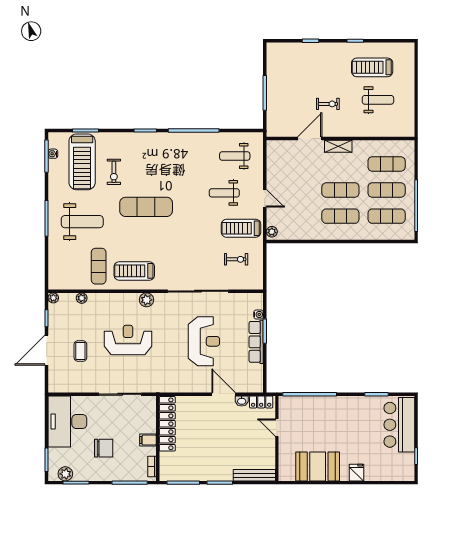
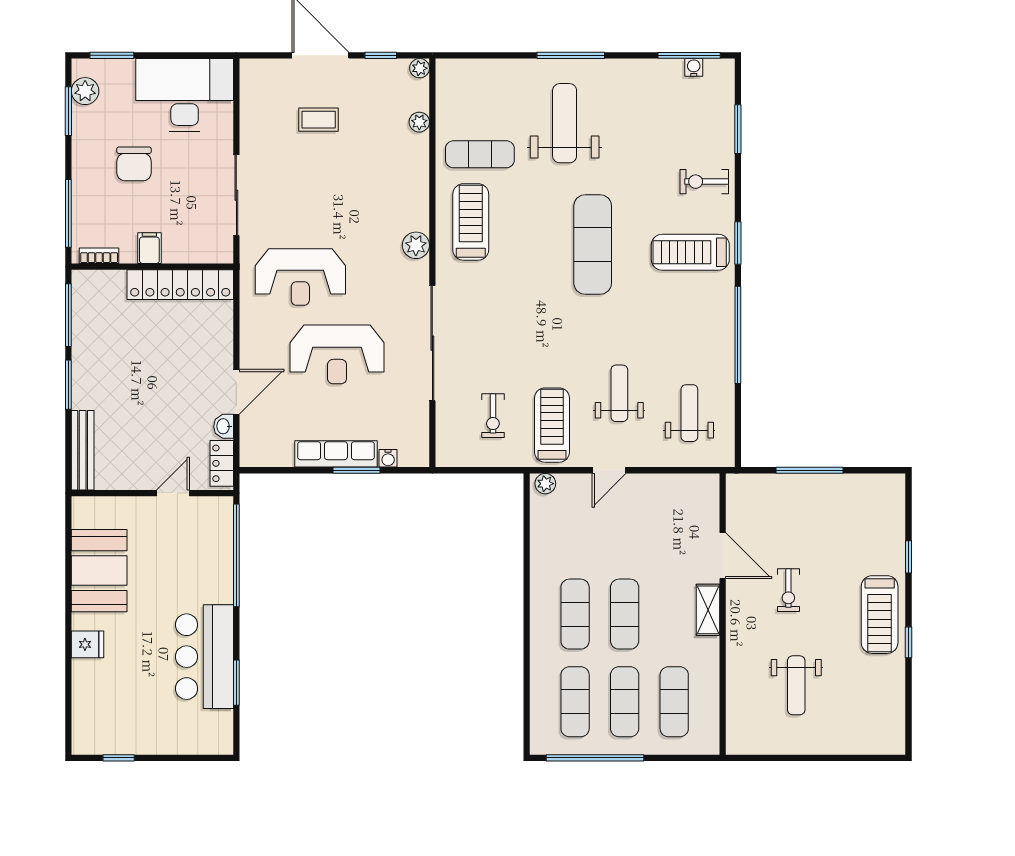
treadmill: (372, 67) -> (880, 615), moved, turned 180
treadmill: (82, 162) -> (690, 252), moved, width x0.73, depth x0.73
exercise bike: (114, 172) -> (704, 182), moved
weight bench: (82, 222) -> (565, 123), turned 180
reception desk: (128, 340) -> (300, 277), moved, turned 90
bar counter: (399, 425) -> (204, 657), moved, turned -90

